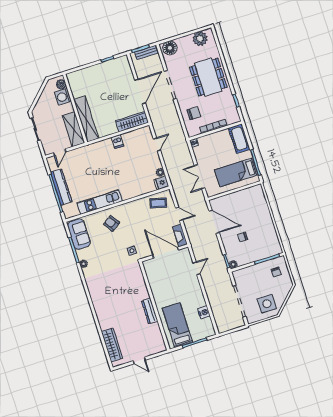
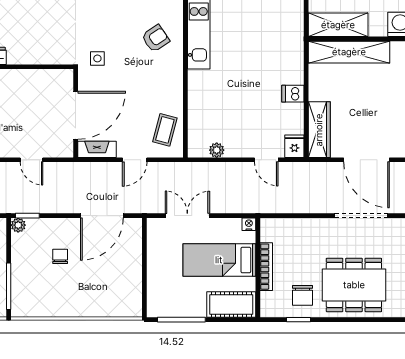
chair: (194, 113) -> (302, 295), moved
bed: (236, 172) -> (219, 260), moved, turned -90
fridge: (161, 183) -> (294, 146), moved

